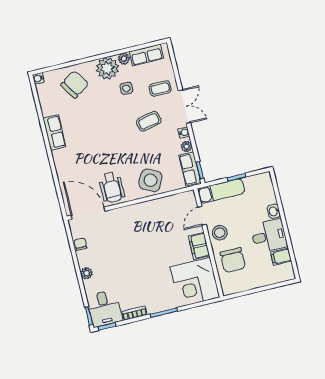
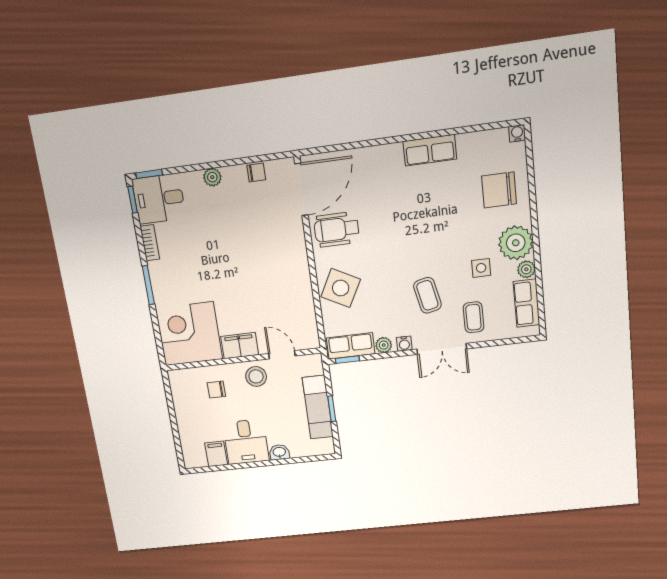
chair: (75, 84) -> (499, 190), turned 124
exam couch: (221, 191) -> (318, 407), moved
chair: (233, 260) -> (216, 390), width x0.54, depth x0.54

